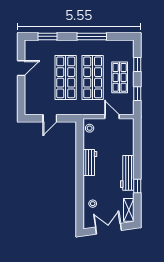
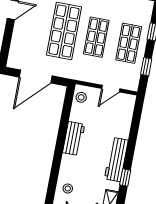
shop shelf: (93, 77) -> (96, 37), width x0.70, depth x0.74
door: (112, 117) -> (111, 89), swing flipped
door: (50, 118) -> (36, 77), width x1.87

